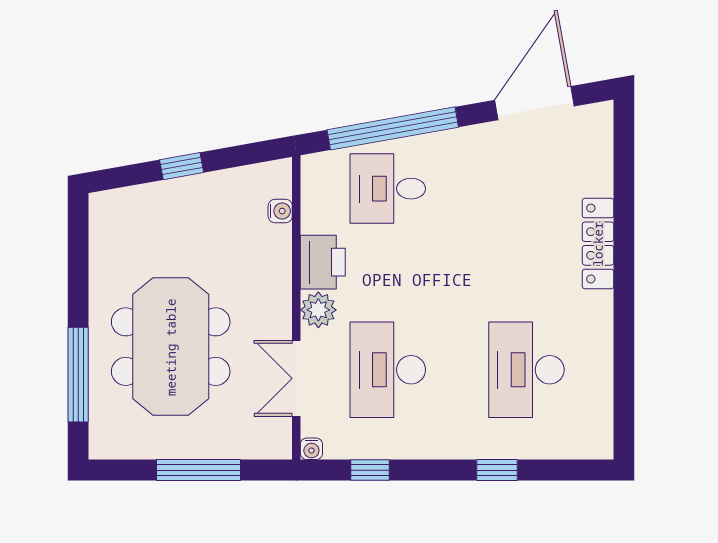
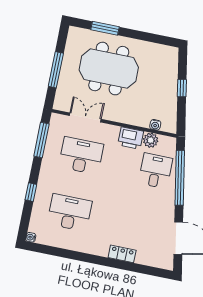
locker: (598, 244) -> (122, 254), width x0.66
plant: (318, 310) -> (151, 140), moved
window: (78, 375) -> (105, 28), width x0.69
water cooler: (311, 449) -> (31, 237), moved
window: (370, 470) -> (41, 140), width x2.17

